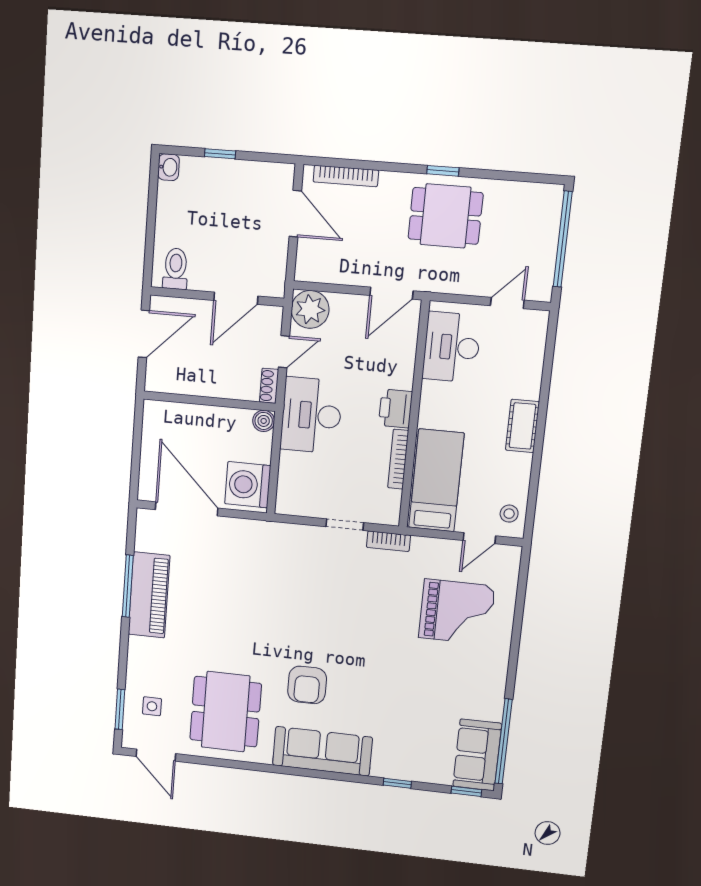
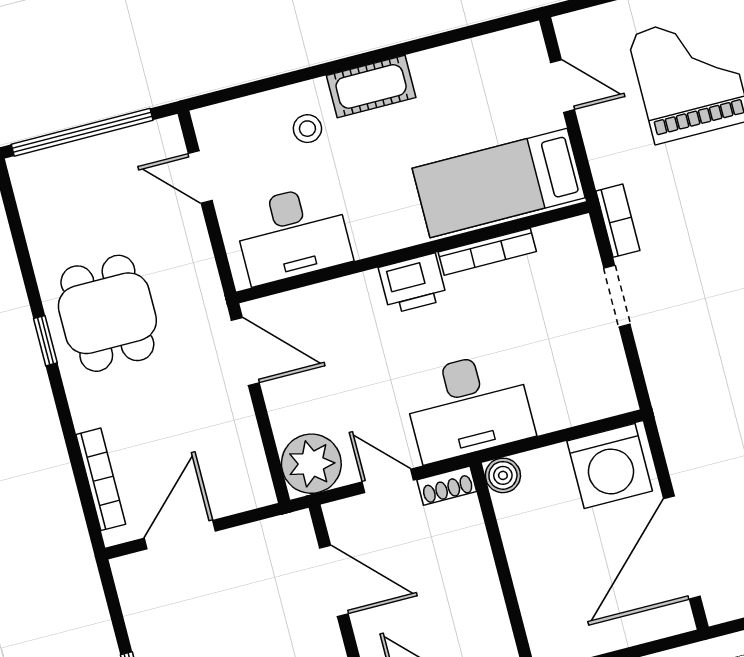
stool: (509, 514) -> (307, 129), moved

